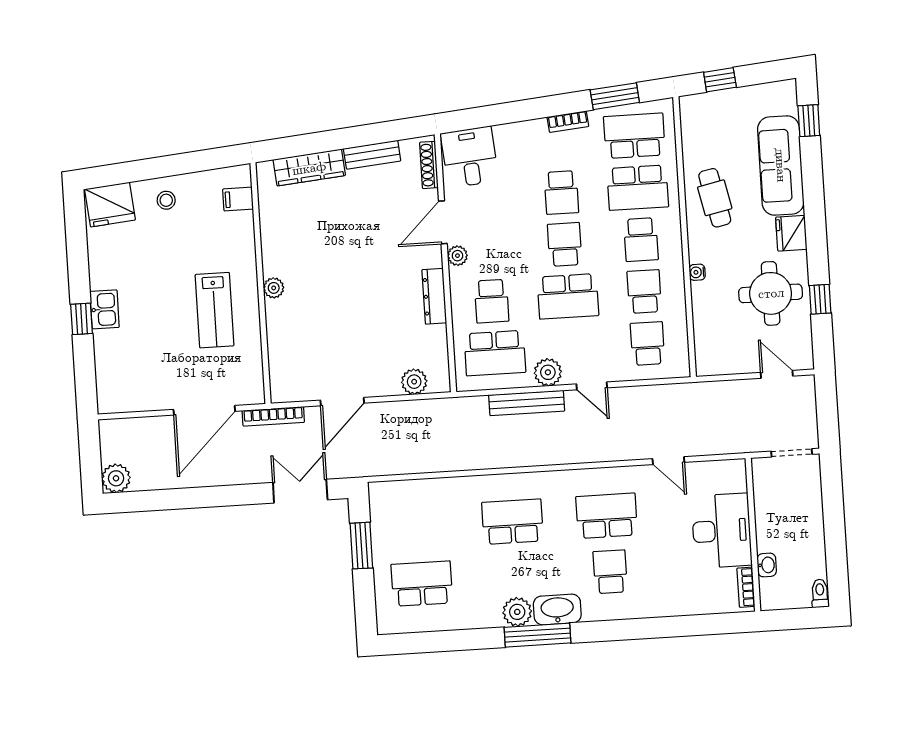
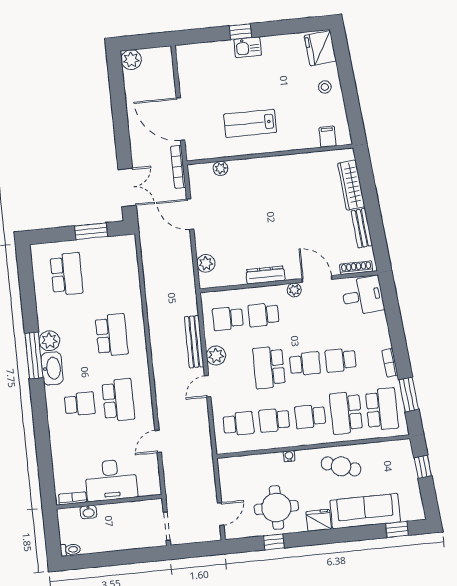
cafe table: (715, 198) -> (341, 466), turned 30
plant: (274, 288) -> (220, 168), moved
school desk: (644, 292) -> (274, 420), turned 180
school desk: (495, 353) -> (228, 318), width x0.54

